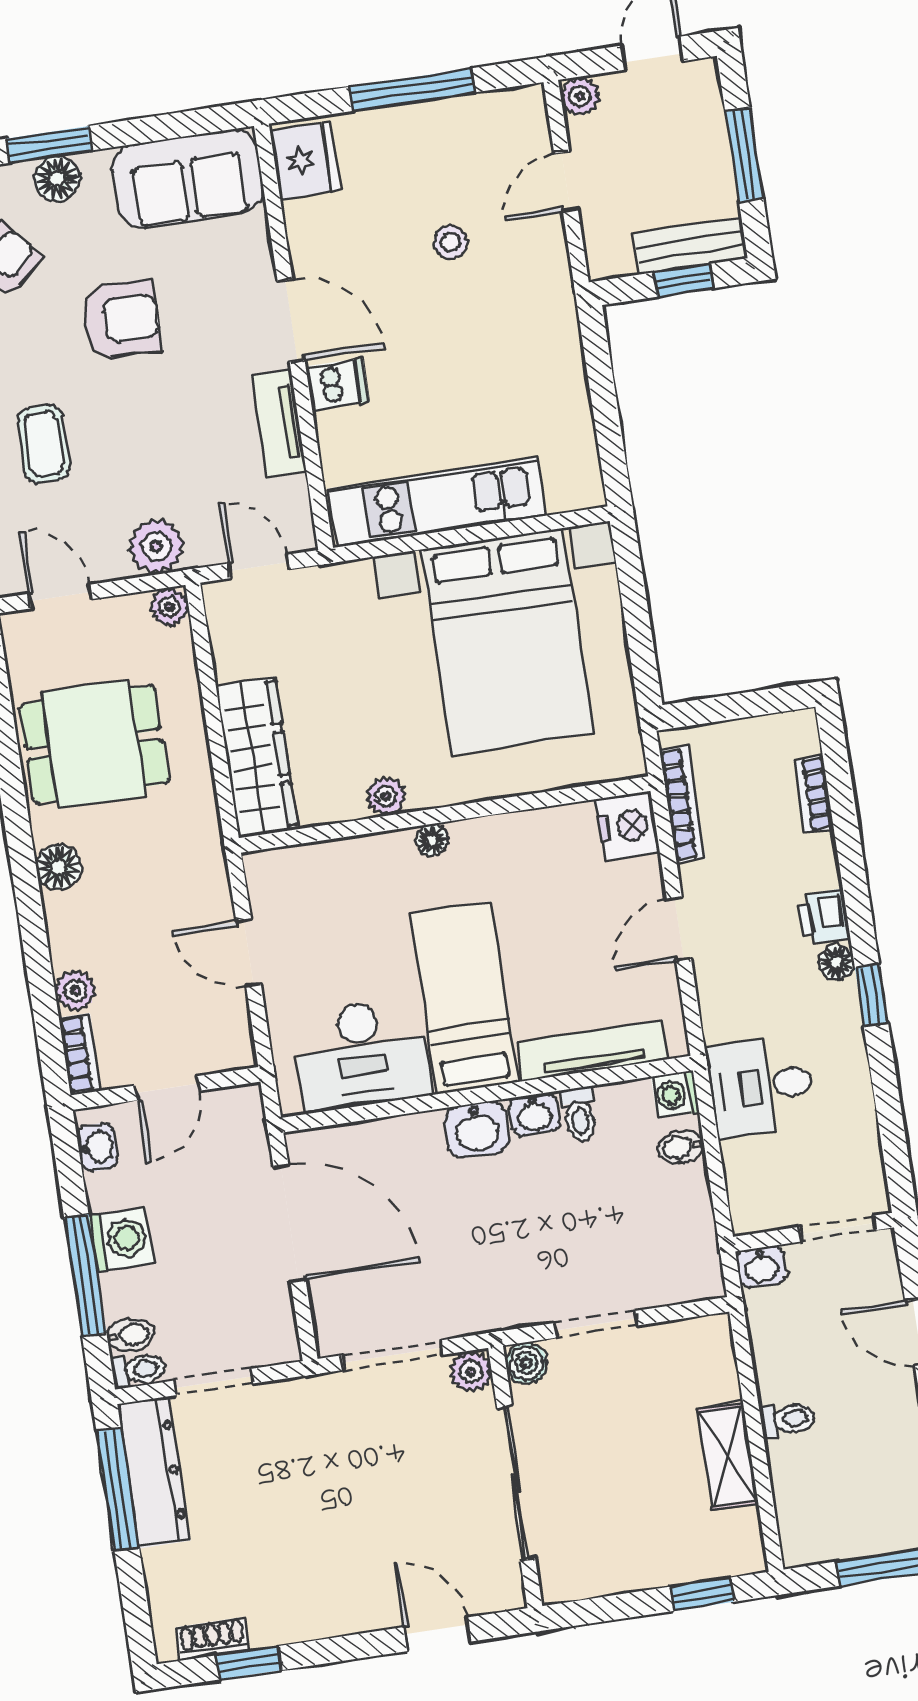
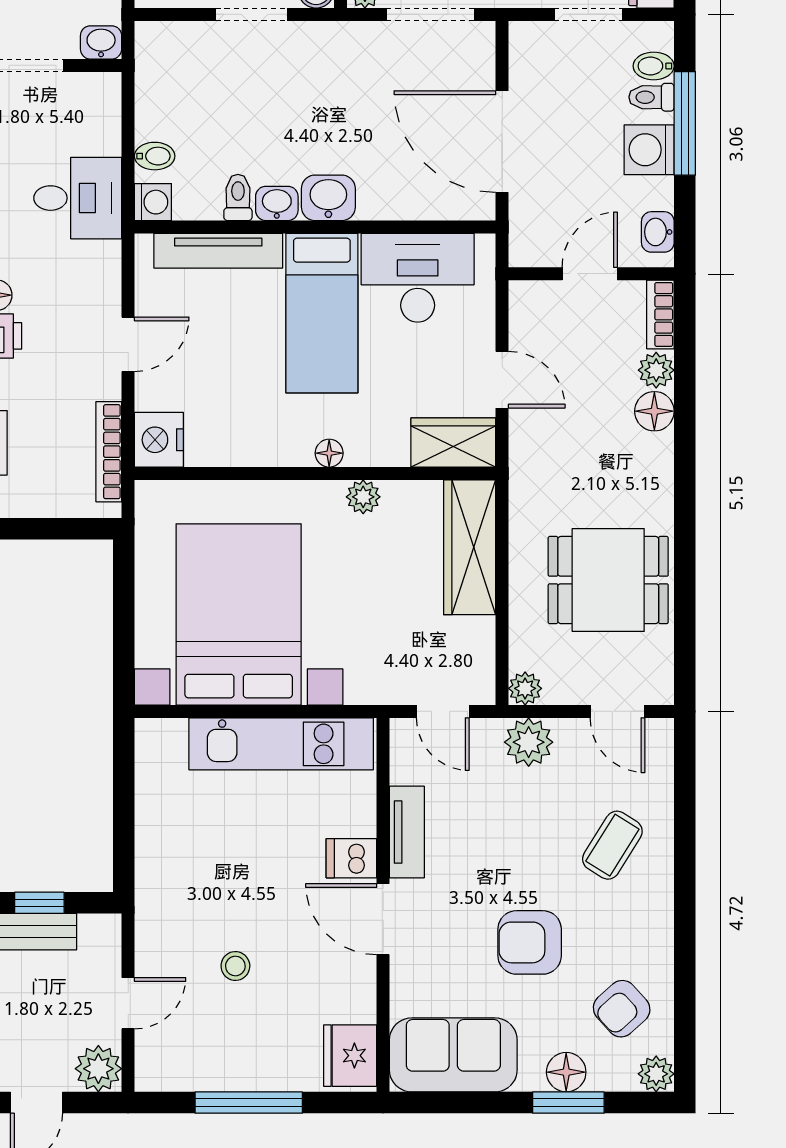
plant: (580, 96) -> (98, 1069), width x1.38, depth x1.38
coffee table: (44, 444) -> (612, 845), turned 32
floor lamp: (59, 867) -> (654, 411), moved
wardrobe: (293, 873) -> (453, 443), added
toilet: (138, 1370) -> (651, 97), moved

